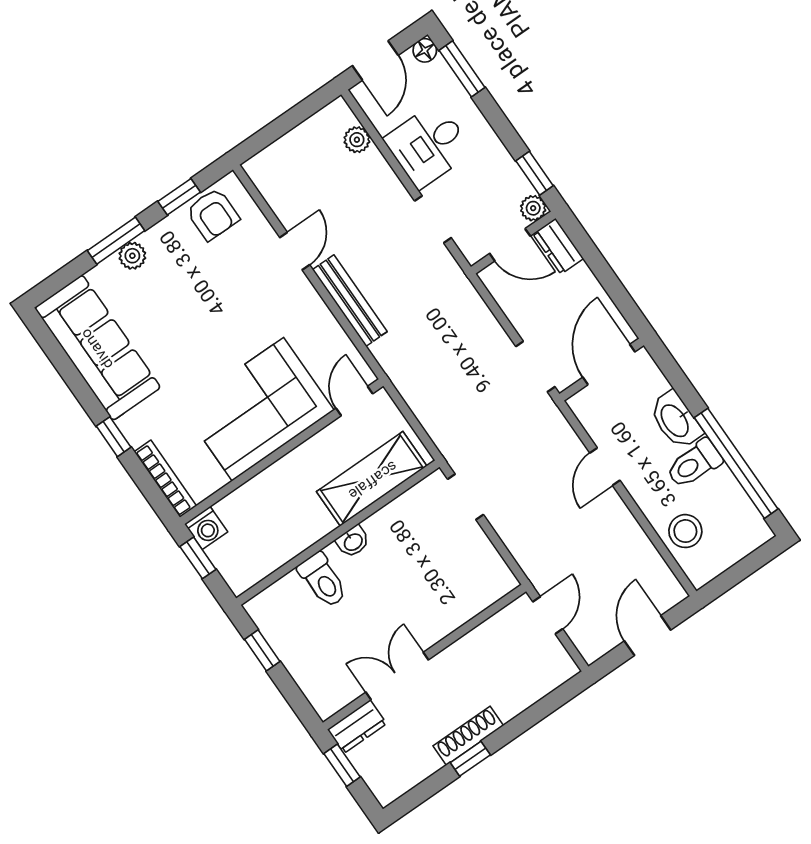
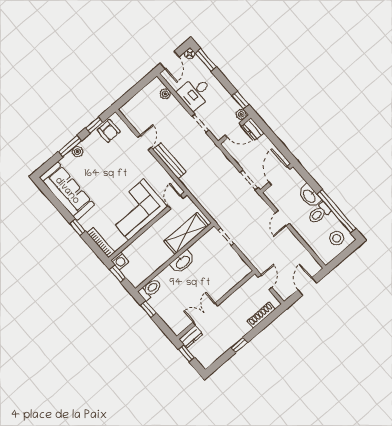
stool: (685, 531) -> (337, 238), moved
washbasin: (353, 542) -> (183, 262), width x1.91, depth x1.45
toilet: (323, 580) -> (150, 289), moved, turned -90
shoe rack: (468, 736) -> (261, 315), moved

